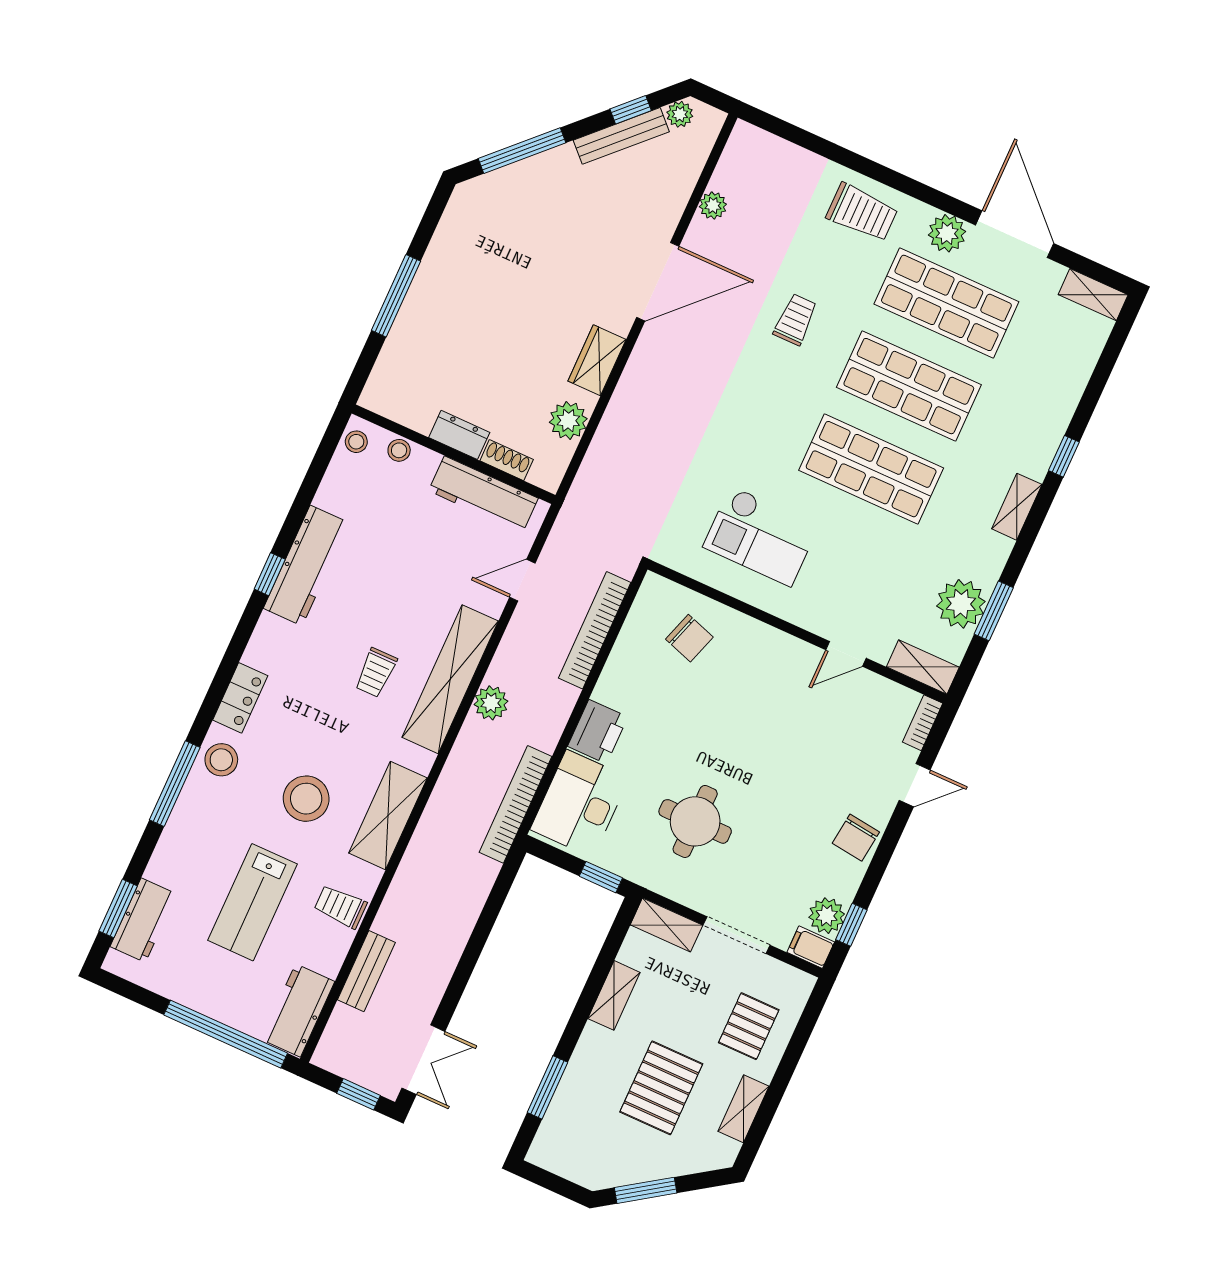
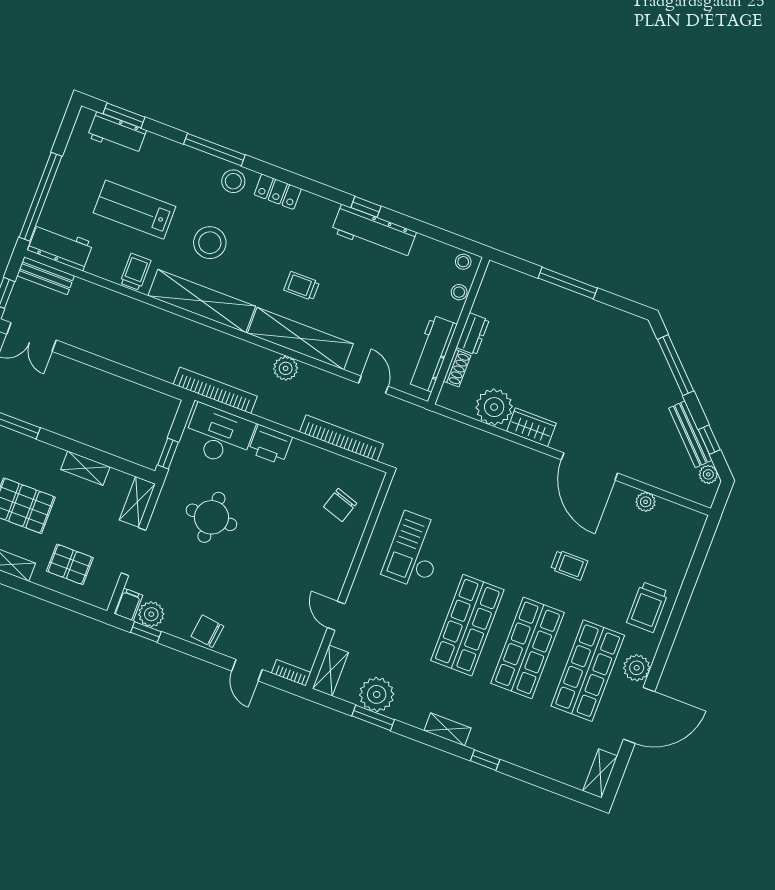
plant: (568, 420) -> (494, 407), width x1.36, depth x1.36
shelving: (388, 815) -> (202, 301), width x1.47
bench: (366, 971) -> (46, 276), moved

